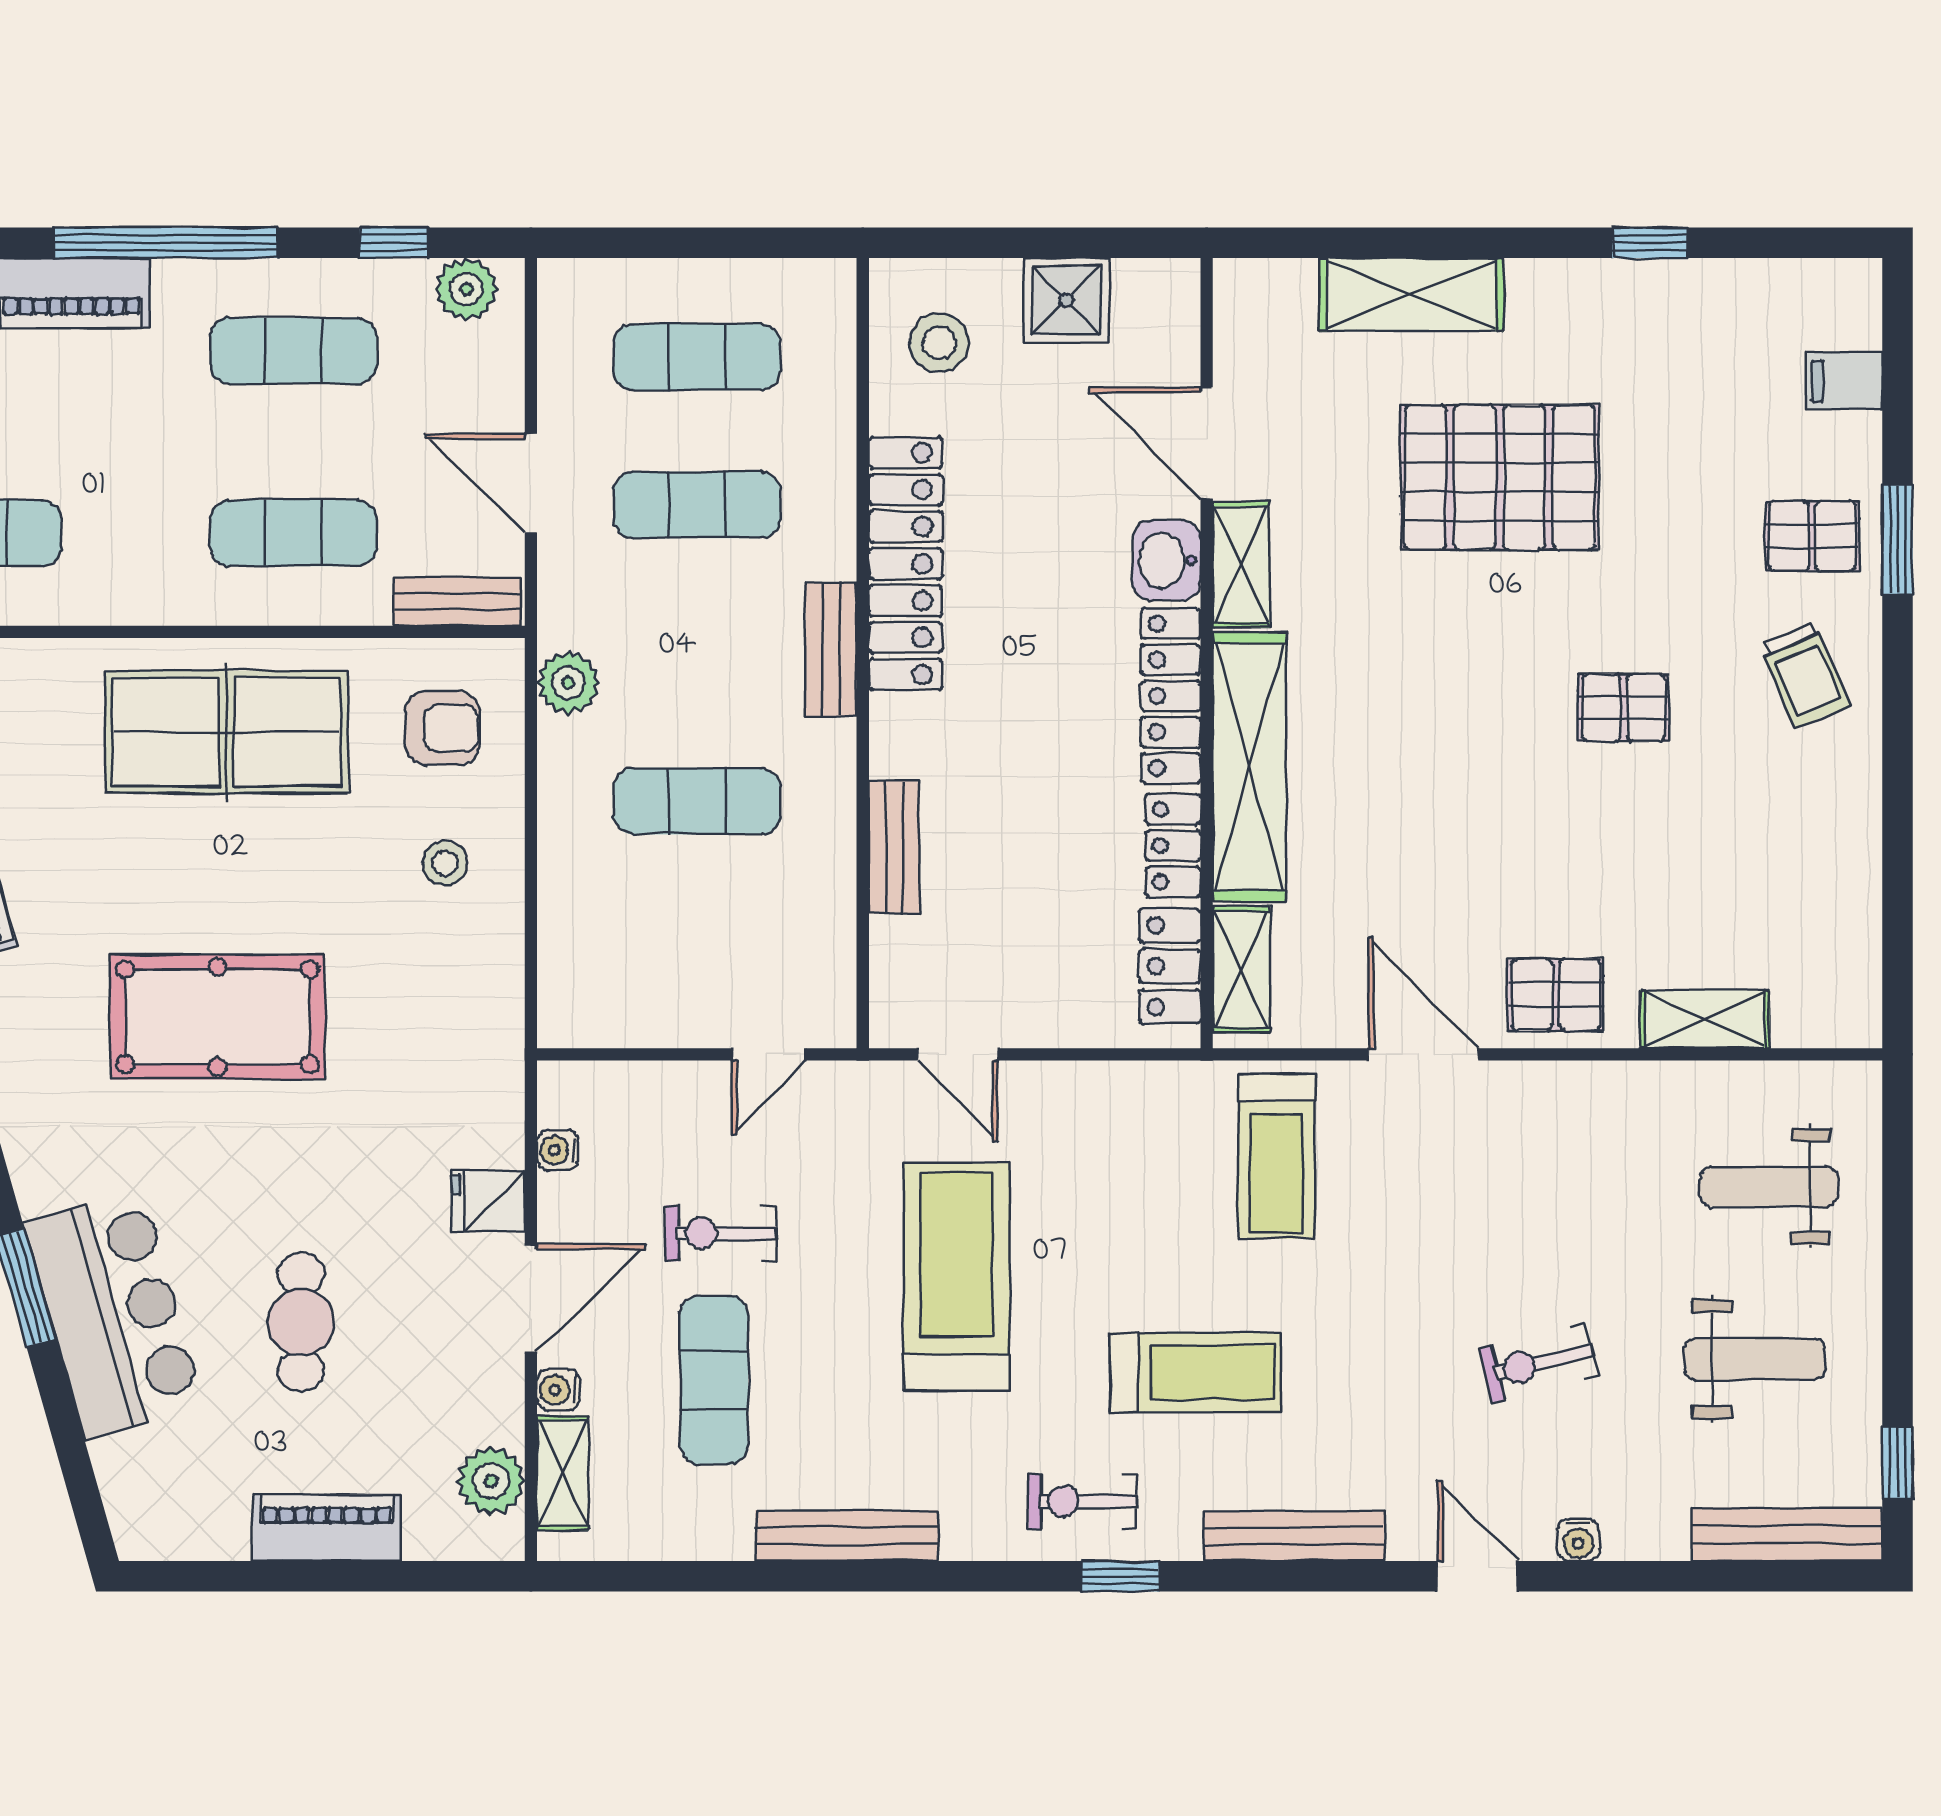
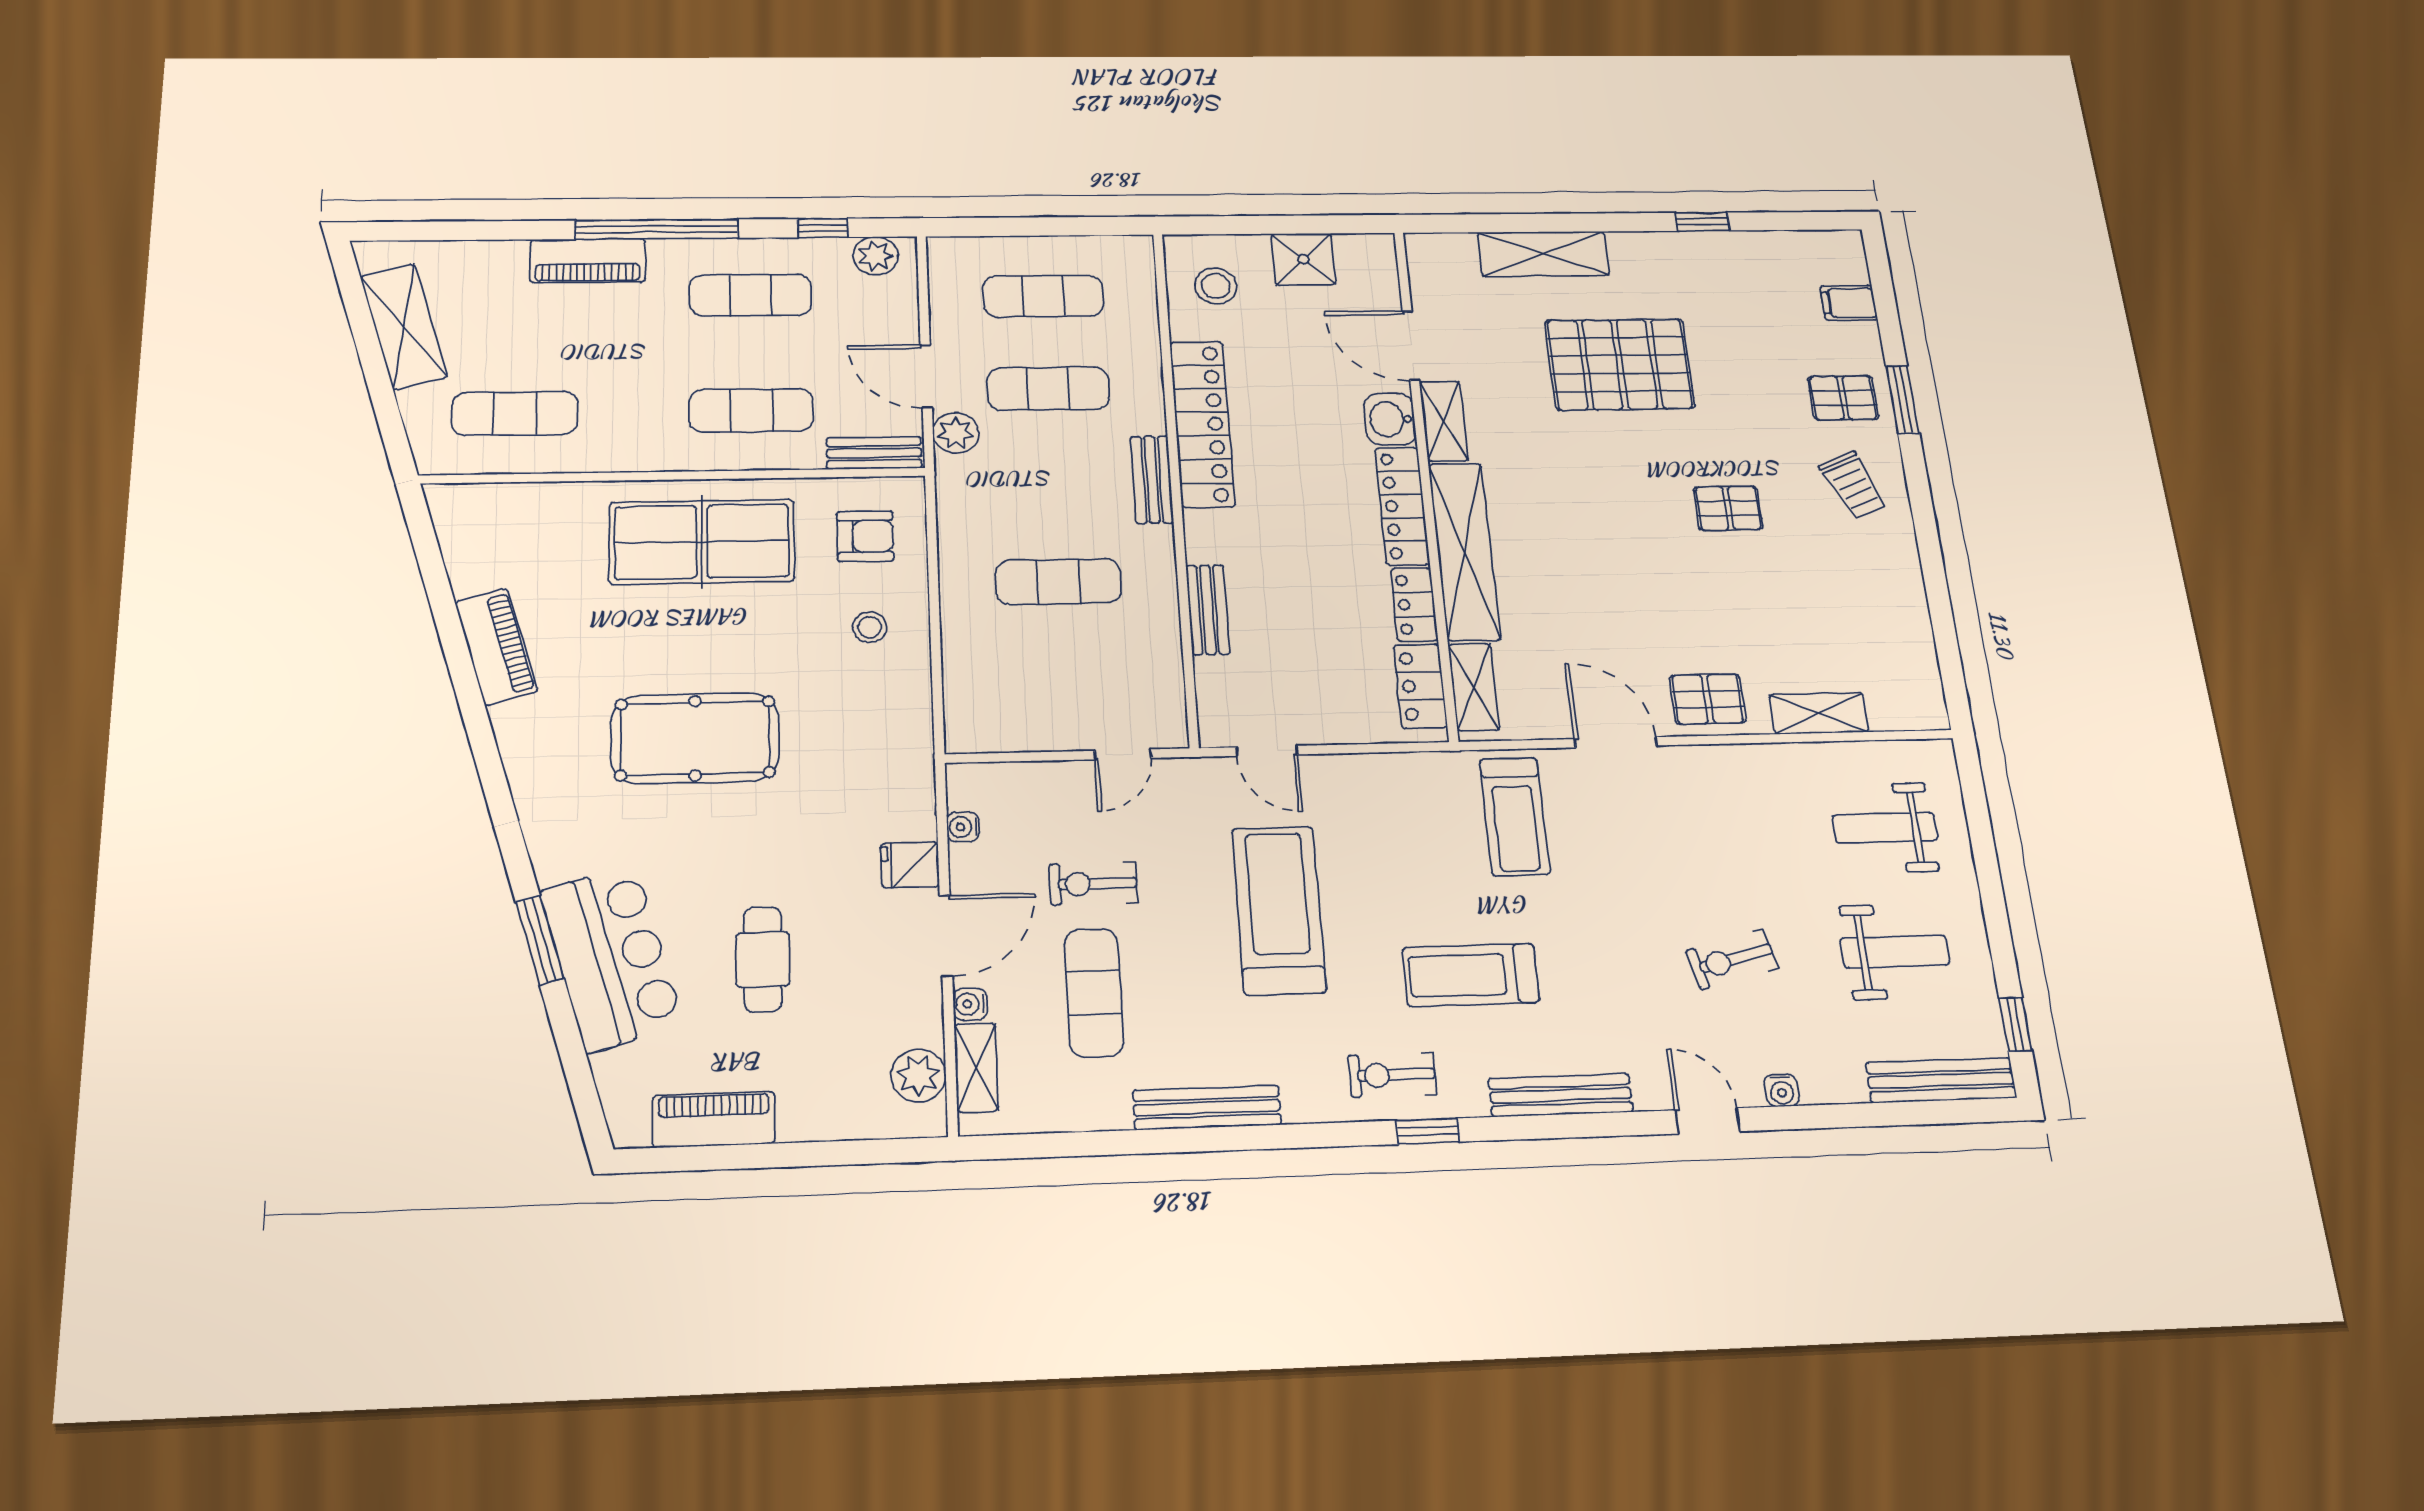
plant: (568, 683) -> (956, 433), moved
treadmill: (1196, 1373) -> (1471, 975), turned 180
piano: (327, 1528) -> (714, 1119), moved

